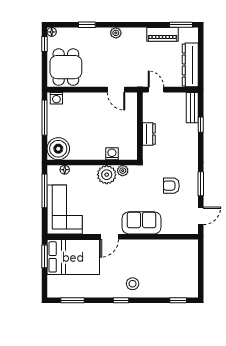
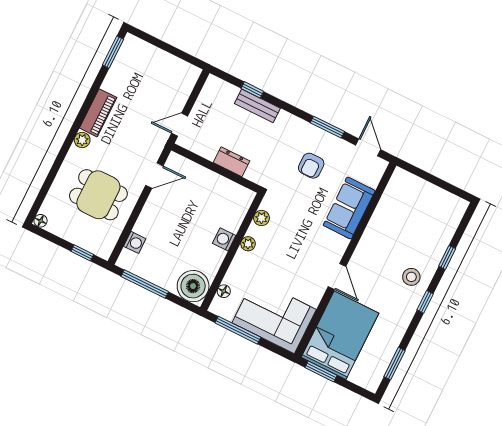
window: (87, 25) -> (54, 172), removed
piano: (162, 34) -> (98, 113), moved
window: (44, 44) -> (82, 253), moved
dresser: (190, 65) -> (170, 66), removed
dining table: (66, 67) -> (98, 195), moved
washing machine: (56, 98) -> (135, 242), moved
bench: (192, 108) -> (257, 106), moved
washing machine: (112, 154) -> (224, 239), moved
plant: (107, 175) -> (248, 244), width x0.53, depth x0.53
sofa: (142, 223) -> (349, 208), moved
window: (178, 300) -> (447, 257), moved

